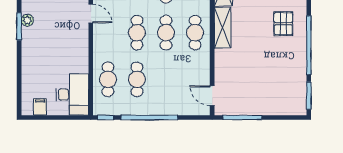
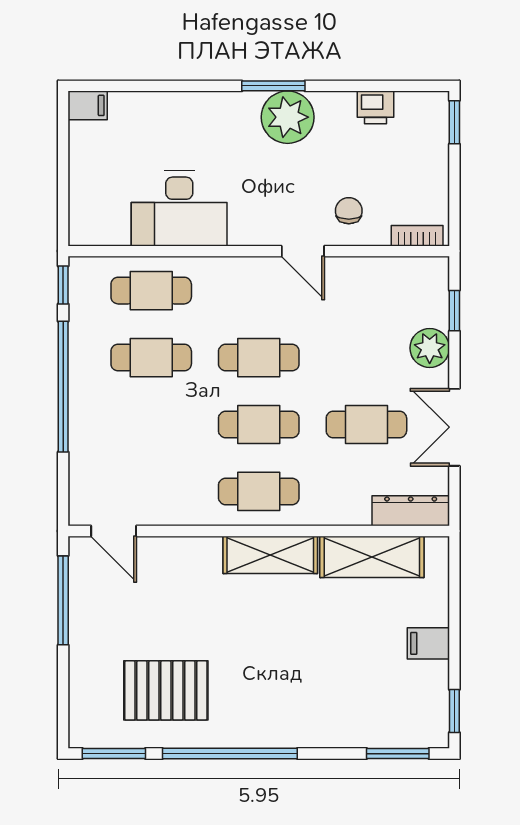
door: (91, 13) -> (303, 251), hinge flipped
plant: (27, 20) -> (288, 117), width x1.87, depth x1.87
pallet: (283, 24) -> (166, 690), moved, width x1.50, depth x1.42
desk: (72, 95) -> (179, 208), moved
door: (212, 96) -> (114, 531), swing flipped
filing cabinet: (40, 107) -> (88, 105), moved

